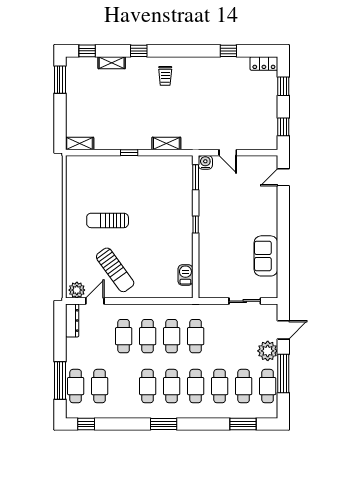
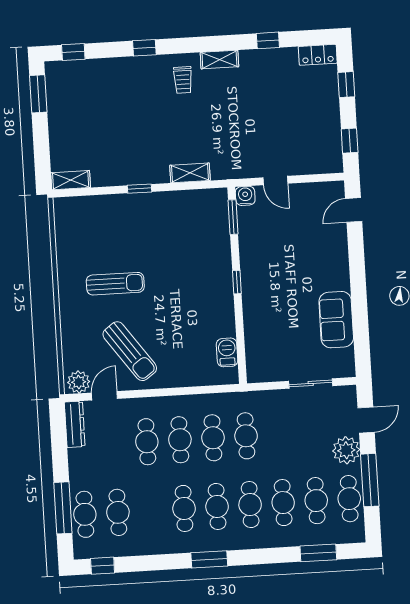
shelving: (112, 63) -> (219, 60), moved
sun lounger: (108, 220) -> (115, 284), turned 180

